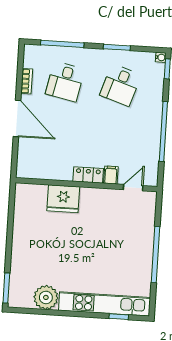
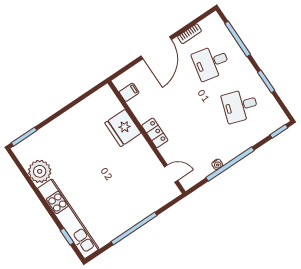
water cooler: (161, 57) -> (217, 164), moved
filing cabinet: (111, 175) -> (129, 92), moved

